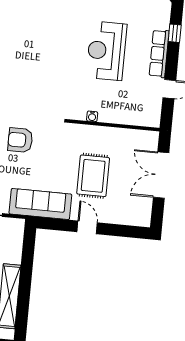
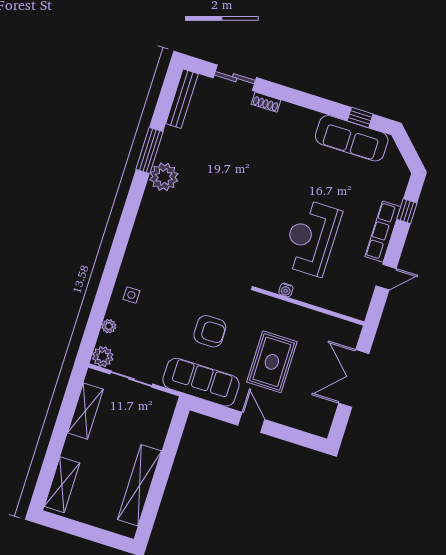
reception desk: (106, 51) -> (312, 238), moved
armchair: (20, 140) -> (210, 331), moved, turned 180

